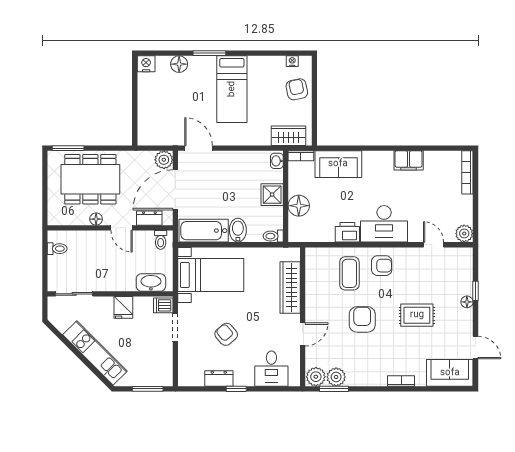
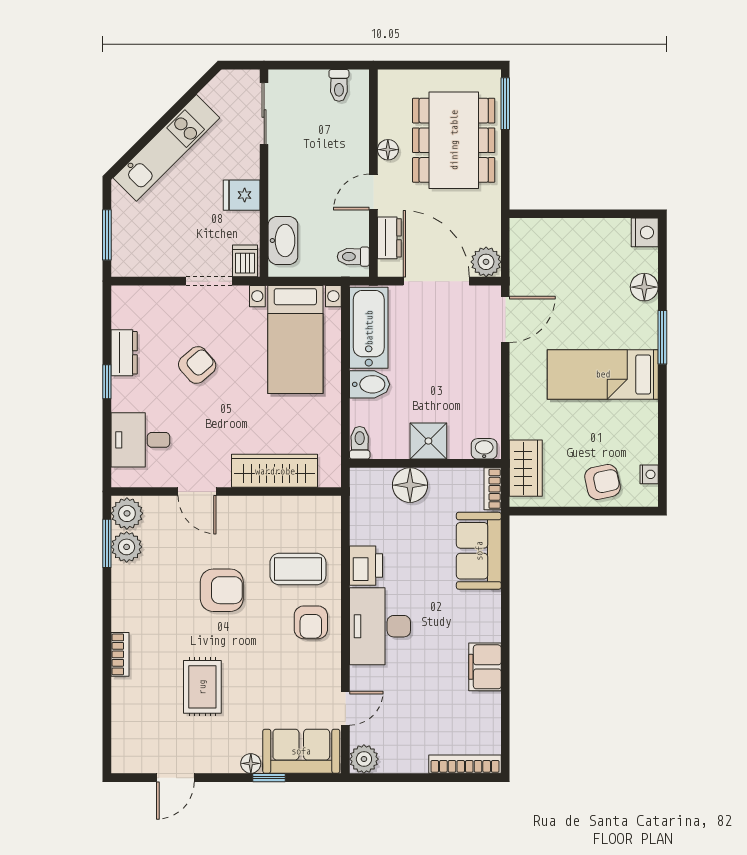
rug: (417, 315) -> (202, 687), moved
sofa: (450, 373) -> (301, 751), moved, turned -90

